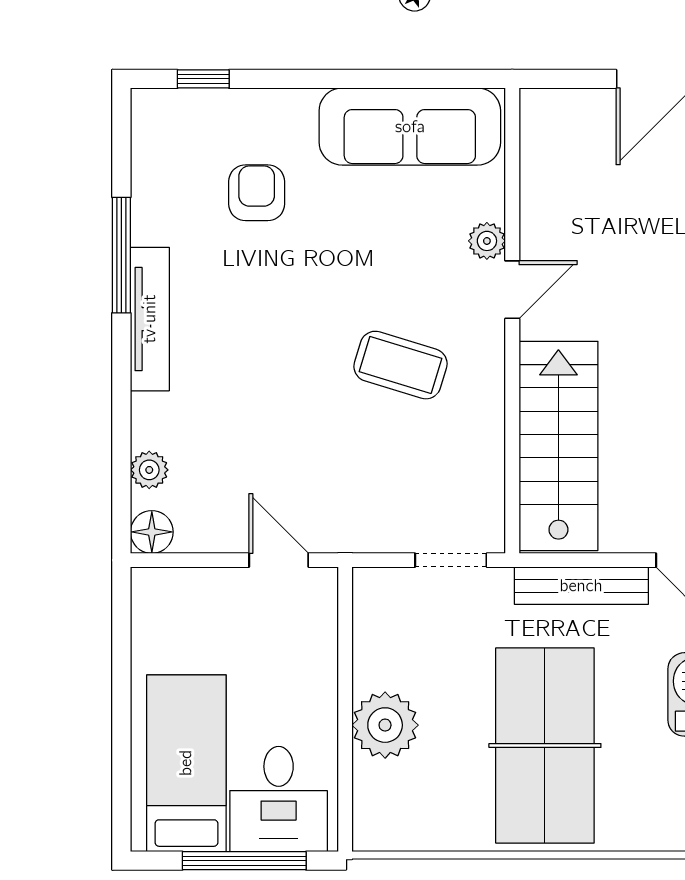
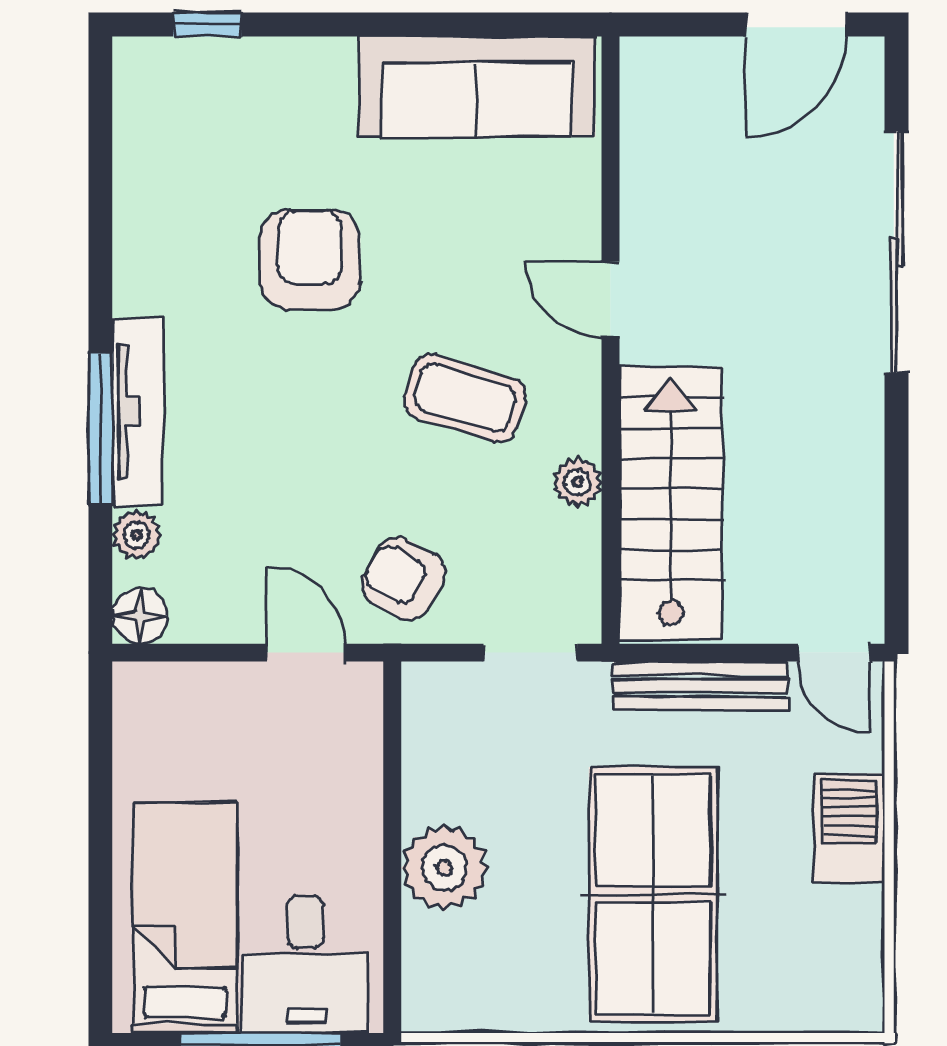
armchair: (257, 193) -> (310, 260), moved, width x1.38, depth x1.38
plant: (487, 241) -> (577, 482), moved
window: (121, 255) -> (100, 429), moved
door: (512, 290) -> (610, 299), swing flipped
tv unit: (150, 319) -> (137, 412), moved
armchair: (353, 504) -> (403, 579), added

